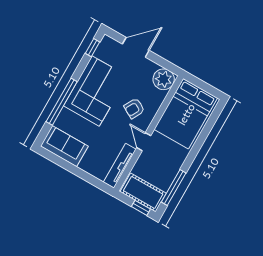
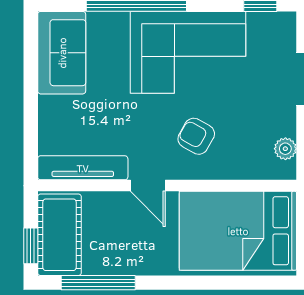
plant: (164, 79) -> (285, 149), width x0.53, depth x0.53
door: (144, 142) -> (148, 186), swing flipped

